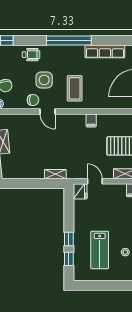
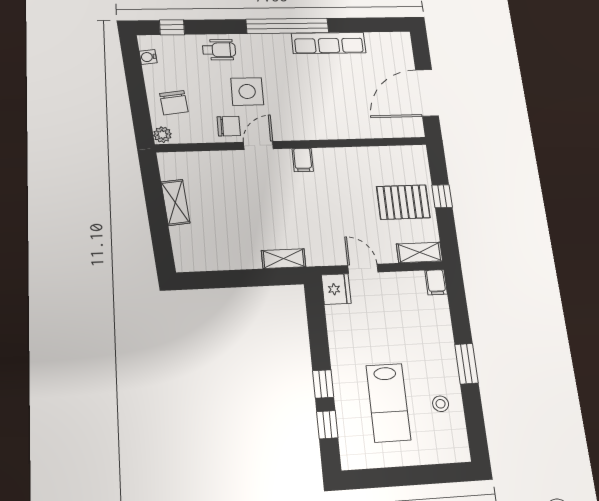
row of seats: (105, 52) -> (329, 43), moved
coffee table: (75, 88) -> (306, 104), removed
door: (48, 111) -> (258, 145), swing flipped
filing cabinet: (91, 120) -> (303, 160), moved

